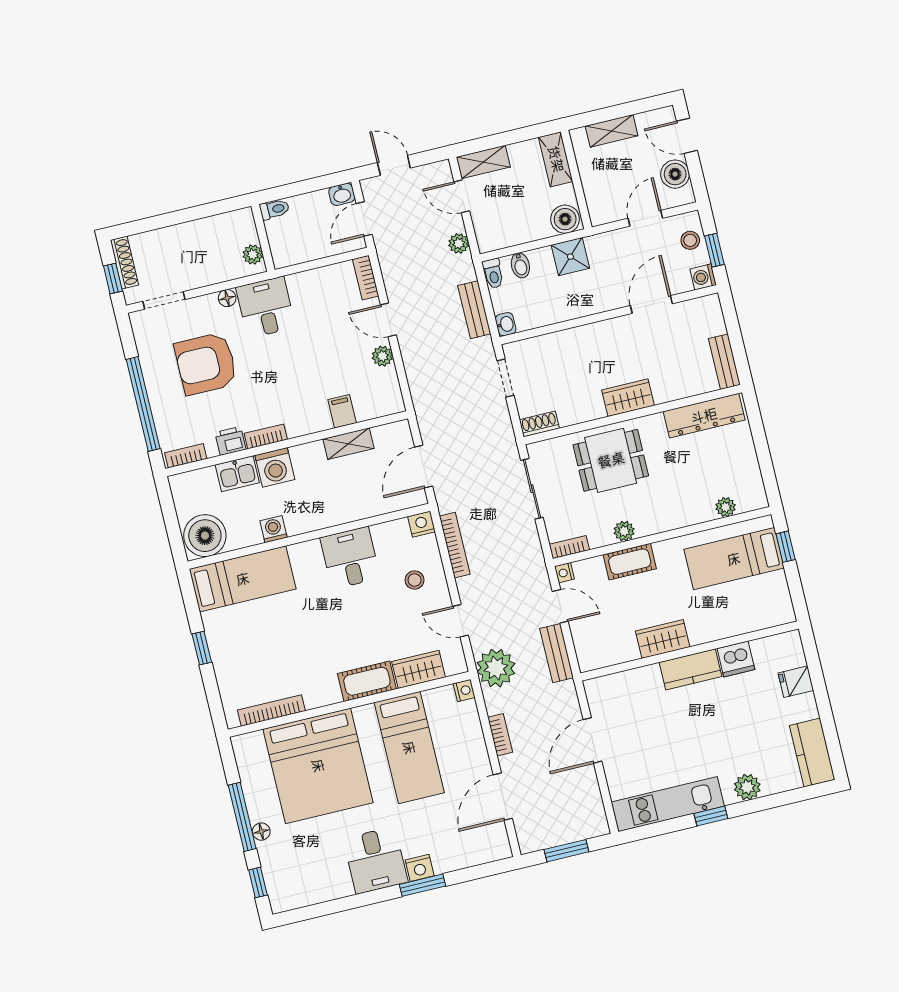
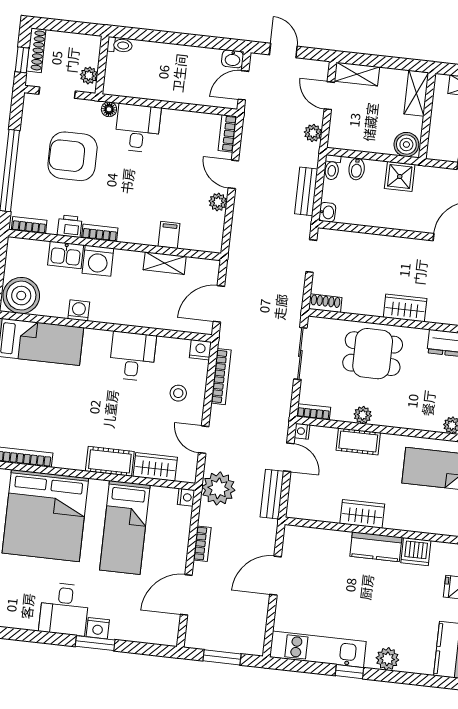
toilet: (274, 209) -> (120, 45), moved
wall: (263, 238) -> (102, 65), moved
plant: (253, 255) -> (89, 75), moved

